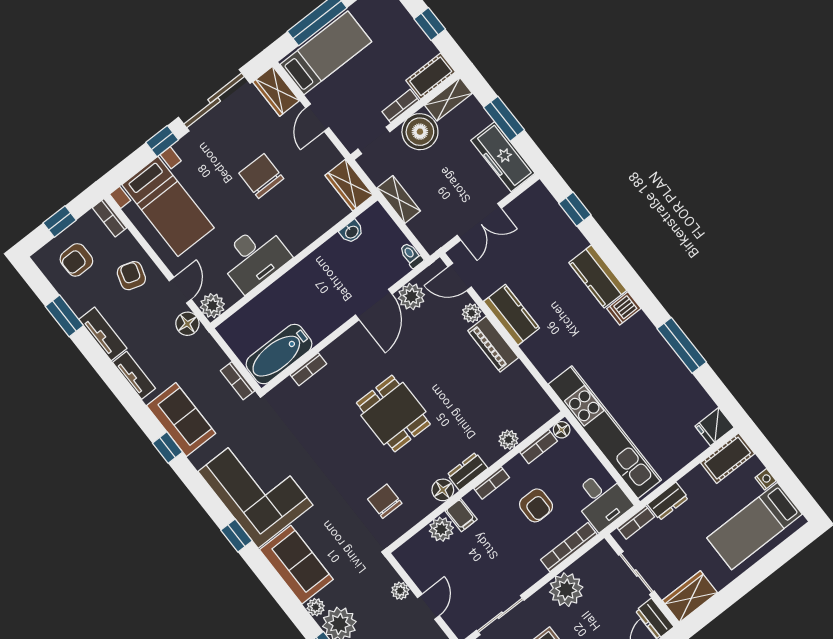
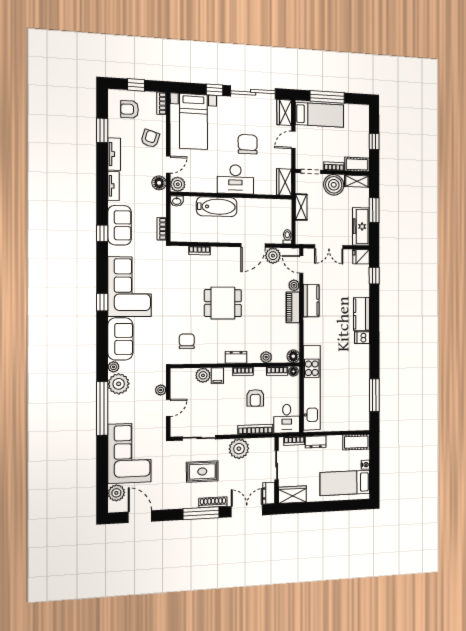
washbasin: (352, 232) -> (177, 201), moved
desk: (254, 258) -> (235, 179), moved
window: (682, 345) -> (374, 395), moved
bathtub: (279, 354) -> (217, 207), moved, turned 180
dining table: (393, 414) -> (223, 303), turned 90
fridge: (715, 427) -> (361, 257), moved
floor lamp: (443, 490) -> (293, 356), moved

